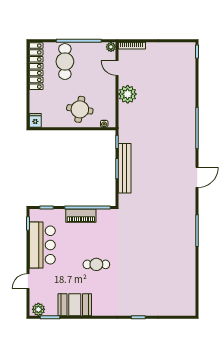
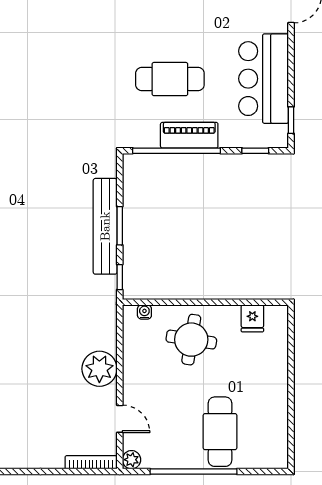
locker: (36, 66) -> (275, 423), removed
fridge: (35, 120) -> (252, 318), moved
cafe table: (96, 264) -> (170, 79), moved, width x1.37, depth x1.35

